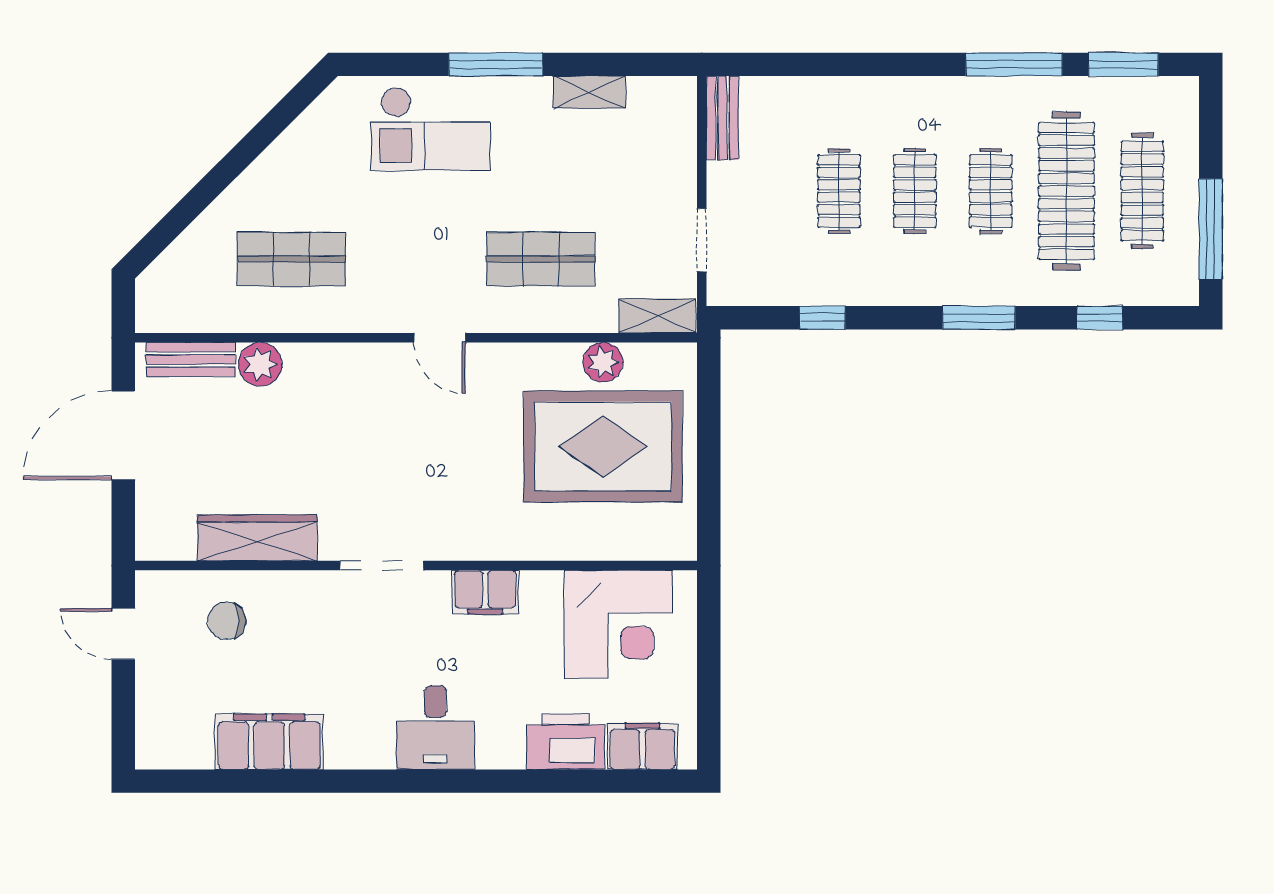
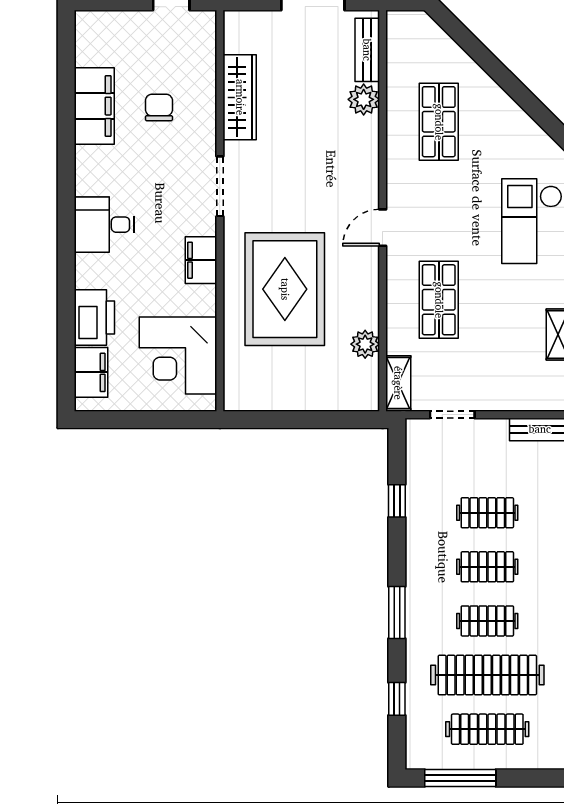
rug: (603, 446) -> (285, 289), moved
chair: (227, 621) -> (159, 107), moved

